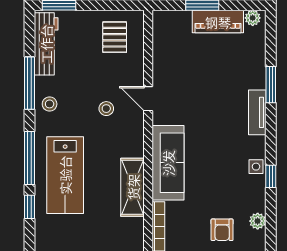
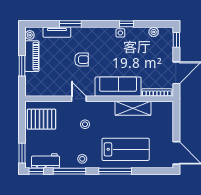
pallet: (115, 37) -> (41, 119), width x1.50, depth x1.42
workbench: (46, 44) -> (46, 161), width x0.73
door: (148, 99) -> (79, 99), swing flipped
tv unit: (257, 112) -> (57, 32), moved
window: (30, 207) -> (36, 171), moved
armchair: (222, 230) -> (81, 60), moved

